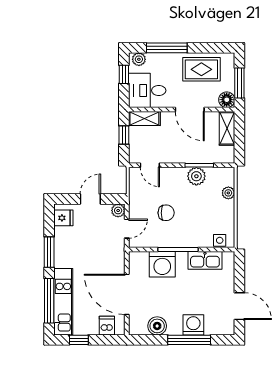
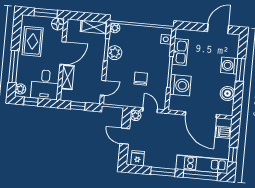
shelving: (144, 119) -> (68, 77), moved
shelving: (227, 128) -> (94, 27), moved
plant: (228, 193) -> (115, 28), moved
door: (127, 294) -> (201, 115), hinge flipped
window: (189, 340) -> (241, 70), width x0.69

